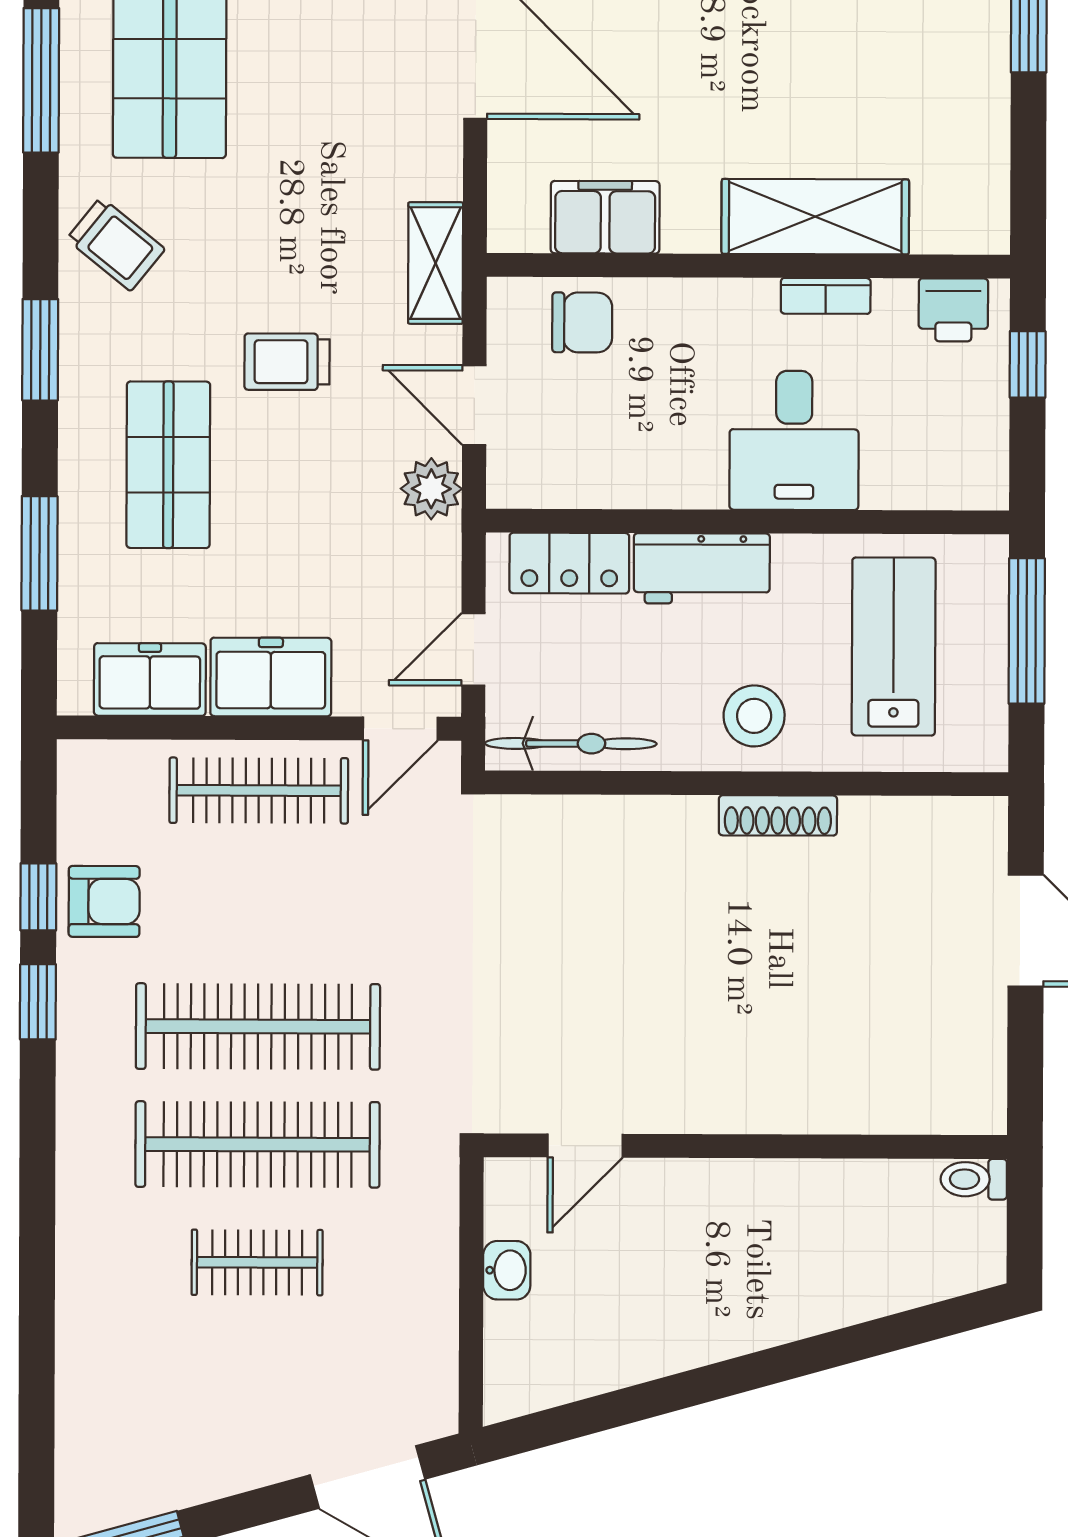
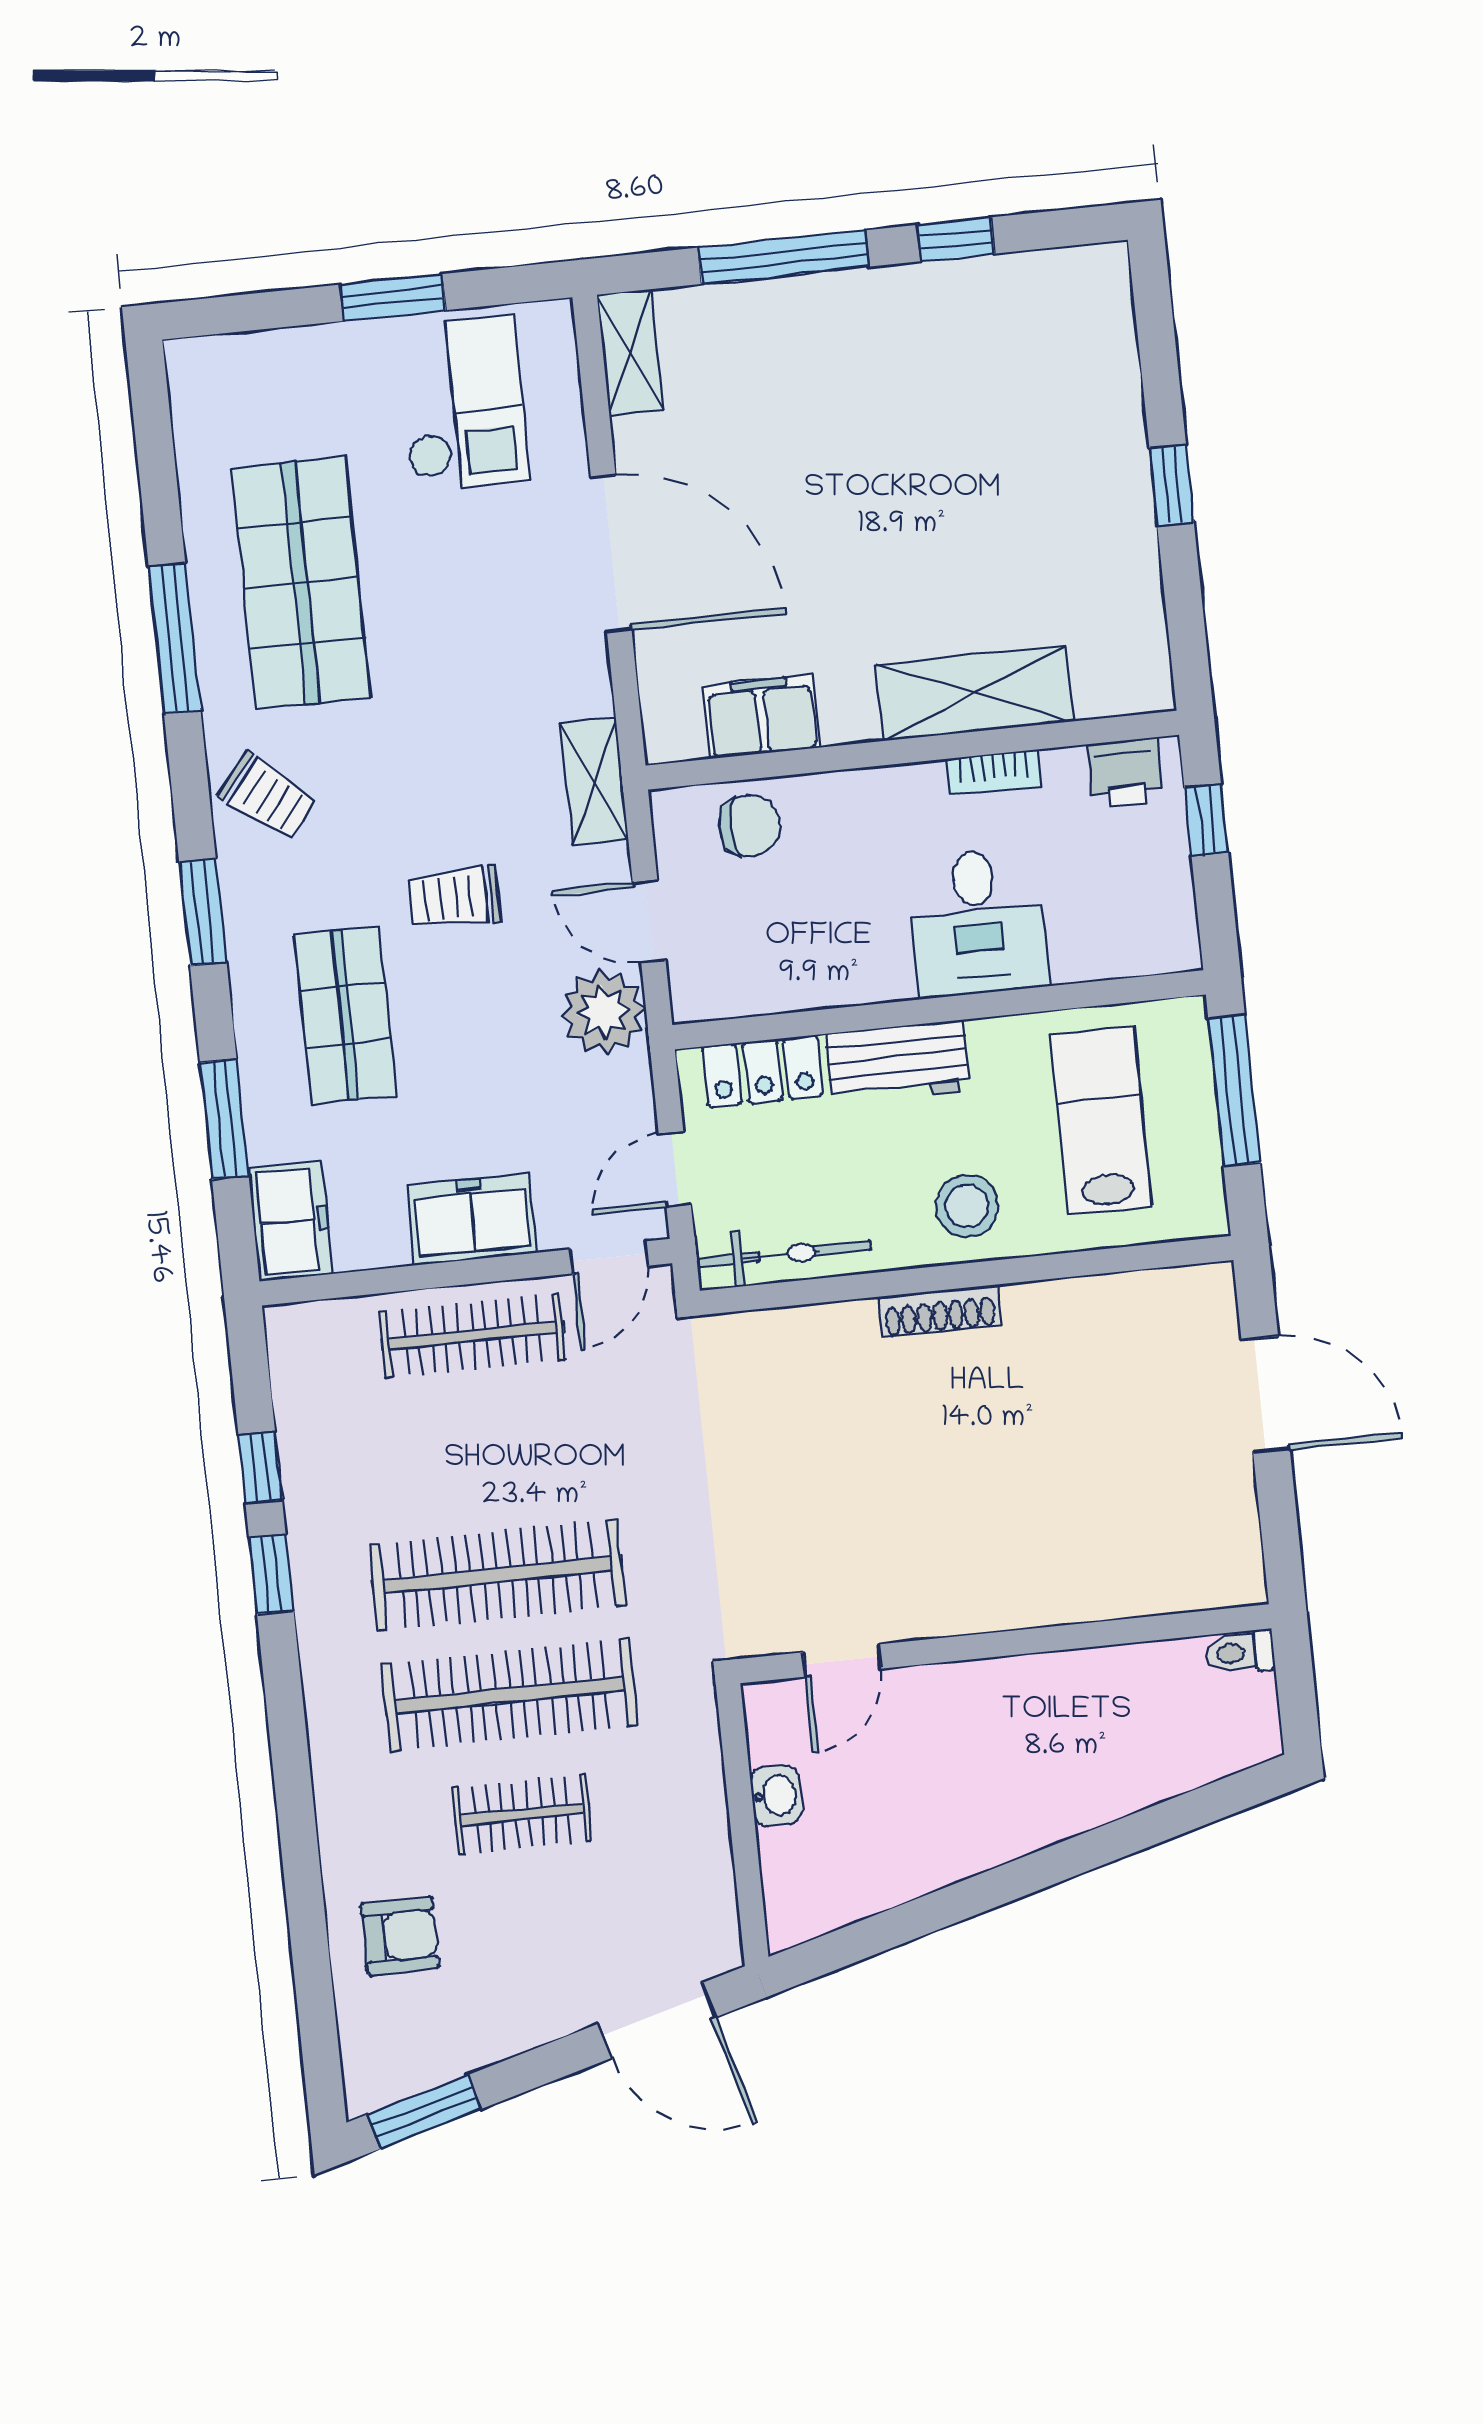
plant: (431, 489) -> (603, 1012), width x1.36, depth x1.36
freezer: (150, 680) -> (290, 1221), moved, turned 90
shoe rack: (778, 815) -> (940, 1311), moved
armchair: (104, 901) -> (400, 1936), moved

